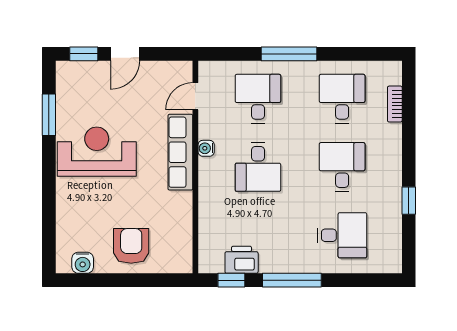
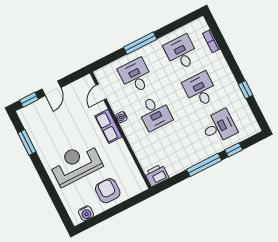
reception desk: (97, 152) -> (76, 164), moved
row of seats: (180, 152) -> (108, 126), width x0.68
printer: (242, 260) -> (157, 175), moved
window: (231, 280) -> (234, 150), moved

